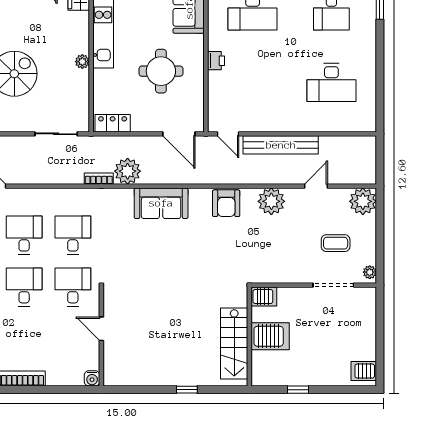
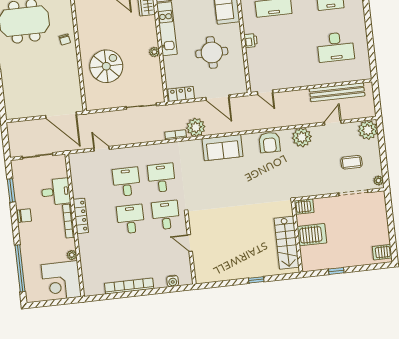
door: (179, 134) -> (217, 98), moved
bench: (281, 145) -> (337, 92), moved
water cooler: (92, 378) -> (173, 281), moved

